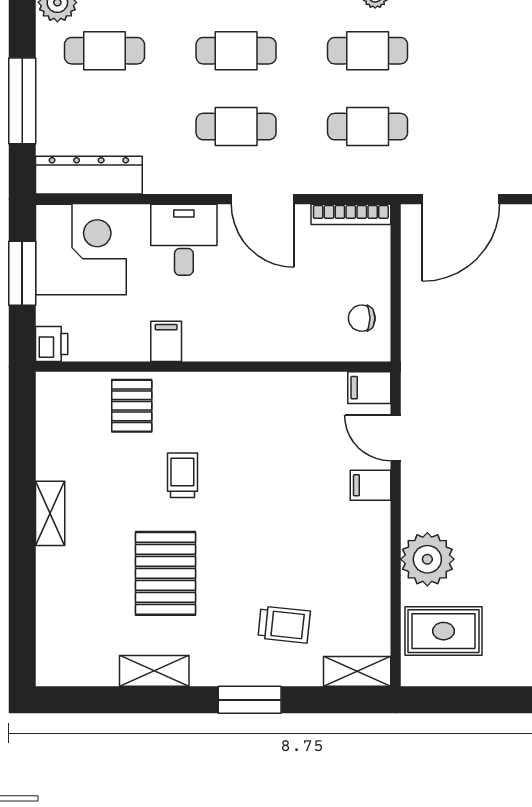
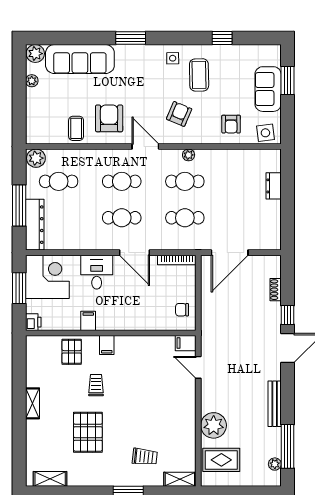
dresser: (89, 175) -> (35, 225), moved, turned 90
filing cabinet: (370, 485) -> (107, 345), moved, turned -90
shelving: (154, 671) -> (50, 479), moved

